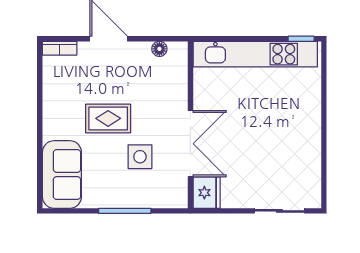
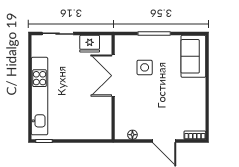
kitchen unit: (255, 54) -> (40, 96), moved, turned 90
rug: (108, 118) -> (164, 91), removed
fridge: (207, 193) -> (90, 44), moved, turned -90

